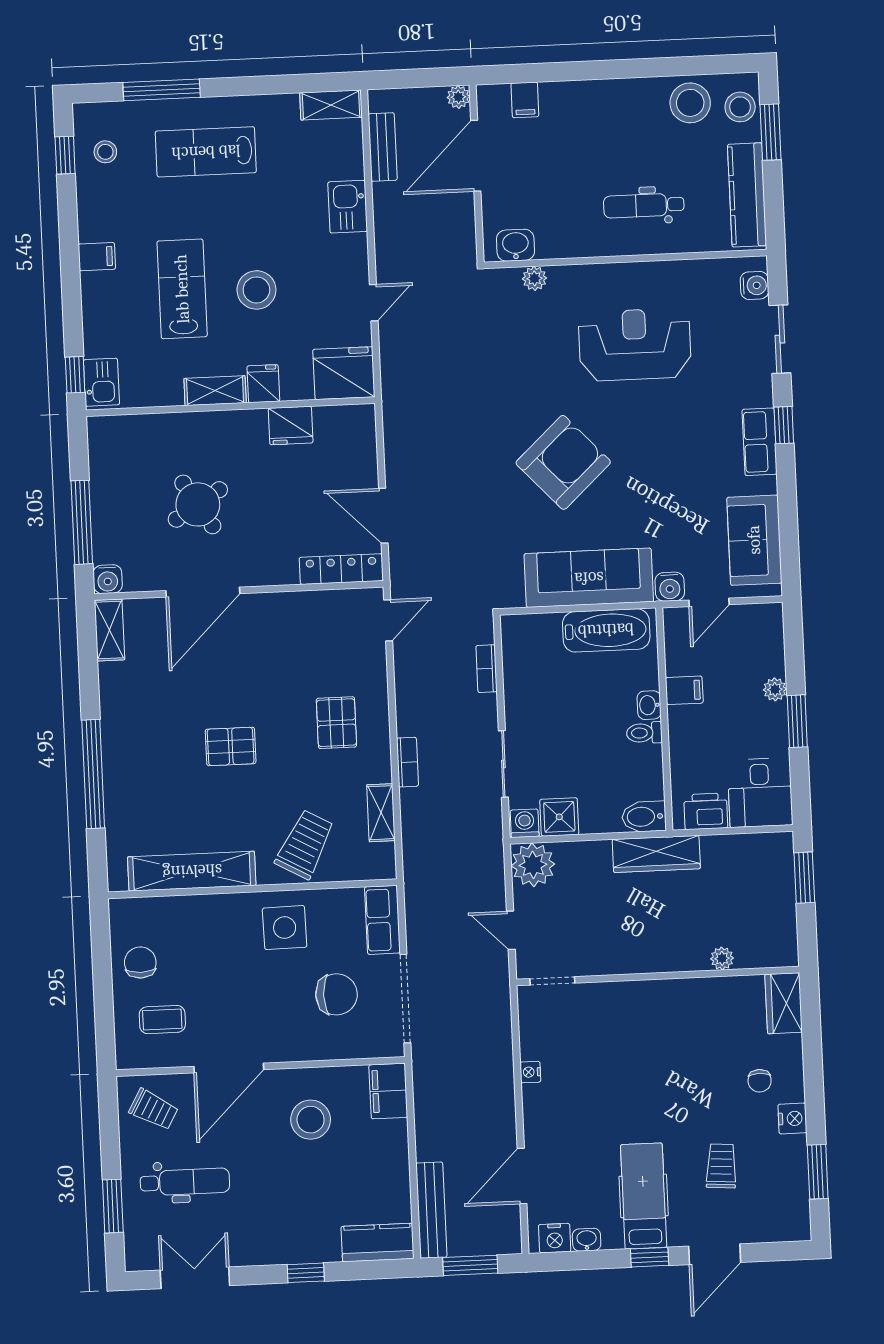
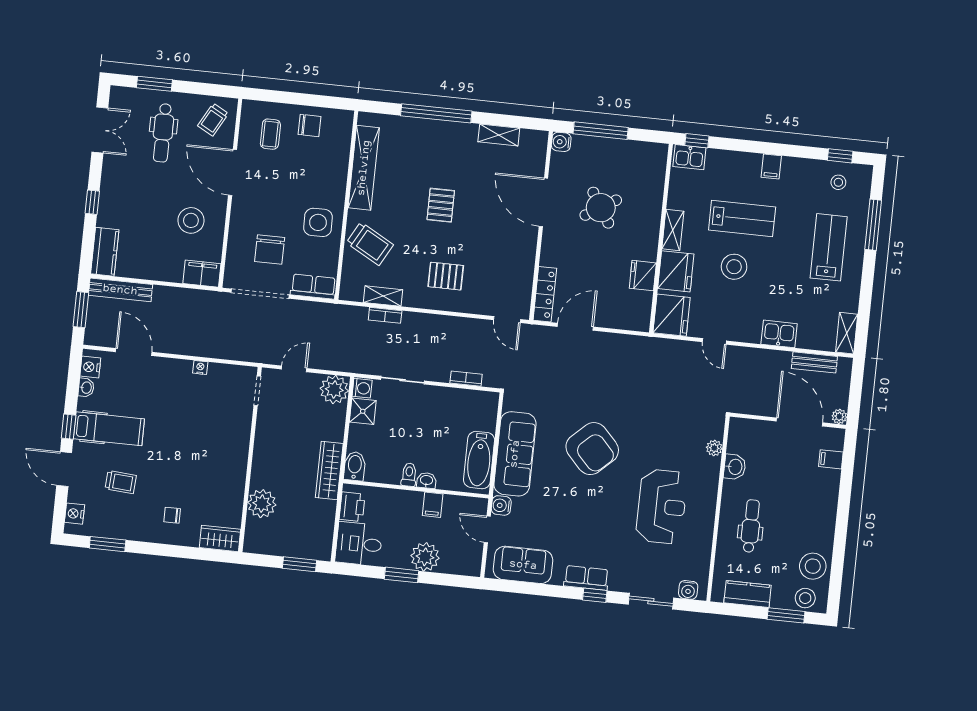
kitchen counter: (747, 195) -> (748, 594), width x0.67
washbasin: (515, 245) -> (735, 467), moved
fridge: (263, 384) -> (676, 271), width x1.88, depth x1.34
shelving: (109, 630) -> (499, 135), moved
plant: (775, 689) -> (425, 557), width x1.88, depth x1.88
bookcase: (407, 762) -> (385, 315), moved
plant: (722, 958) -> (262, 504), width x1.88, depth x1.88
nightstand: (792, 1118) -> (75, 514), moved, turned 90

